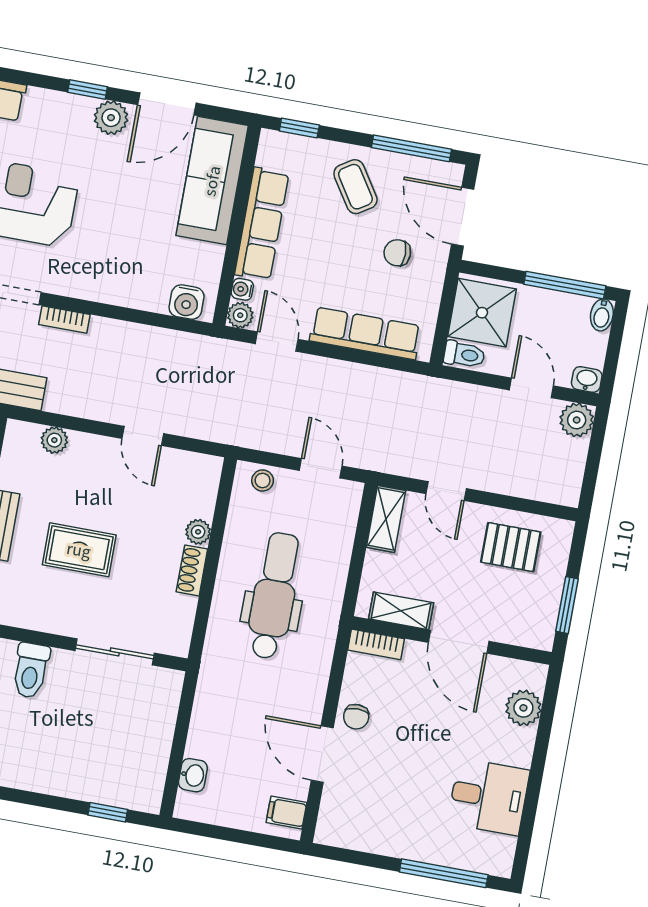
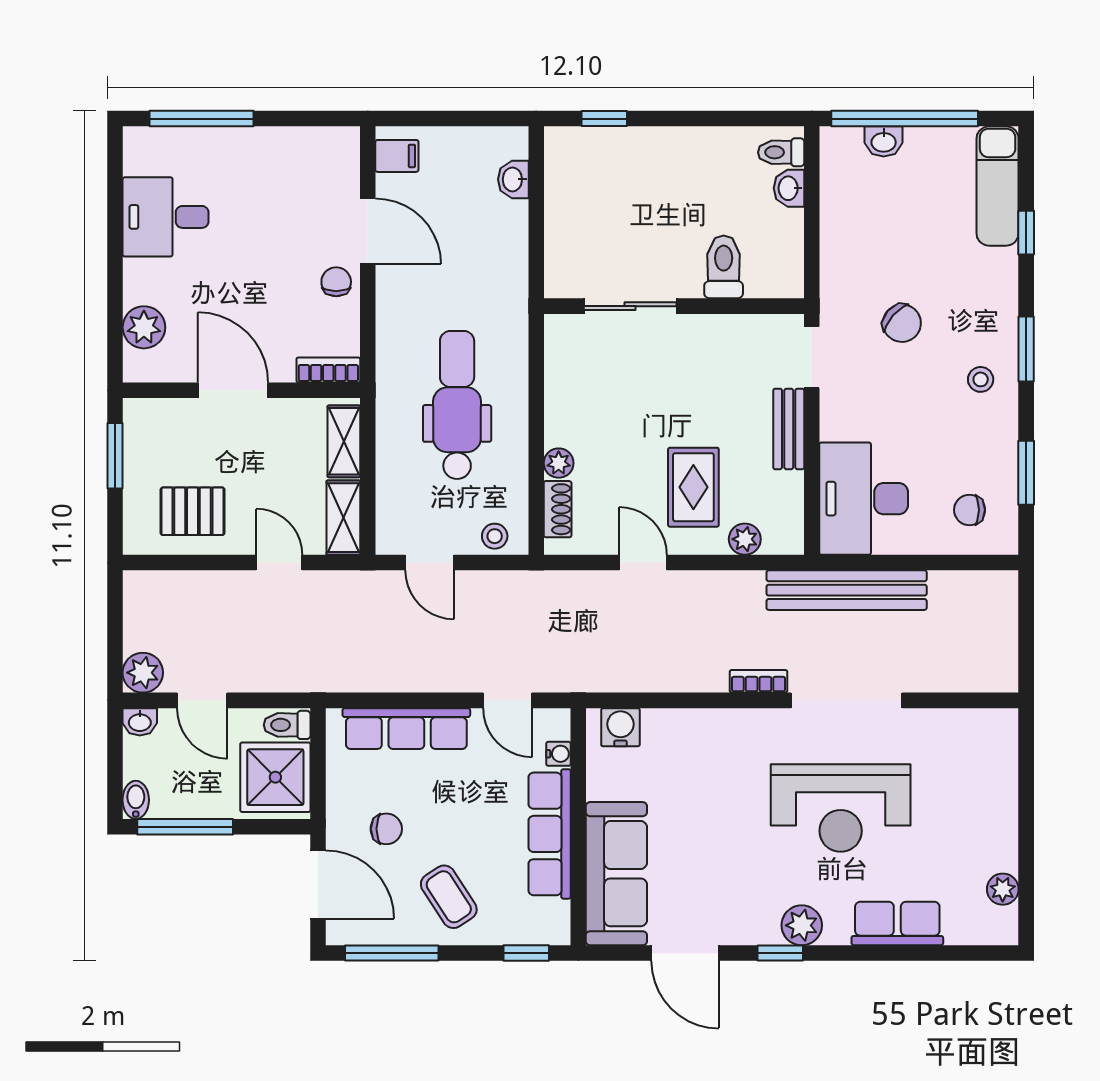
door: (167, 104) -> (685, 953), swing flipped
plant: (111, 118) -> (802, 925), moved
plant: (240, 315) -> (555, 723), removed
rug: (79, 550) -> (693, 487), moved, turned 90
shoe rack: (192, 570) -> (558, 509), moved
dental chair: (274, 596) -> (457, 405), turned 180
shelving: (401, 611) -> (344, 441), moved, turned 90

